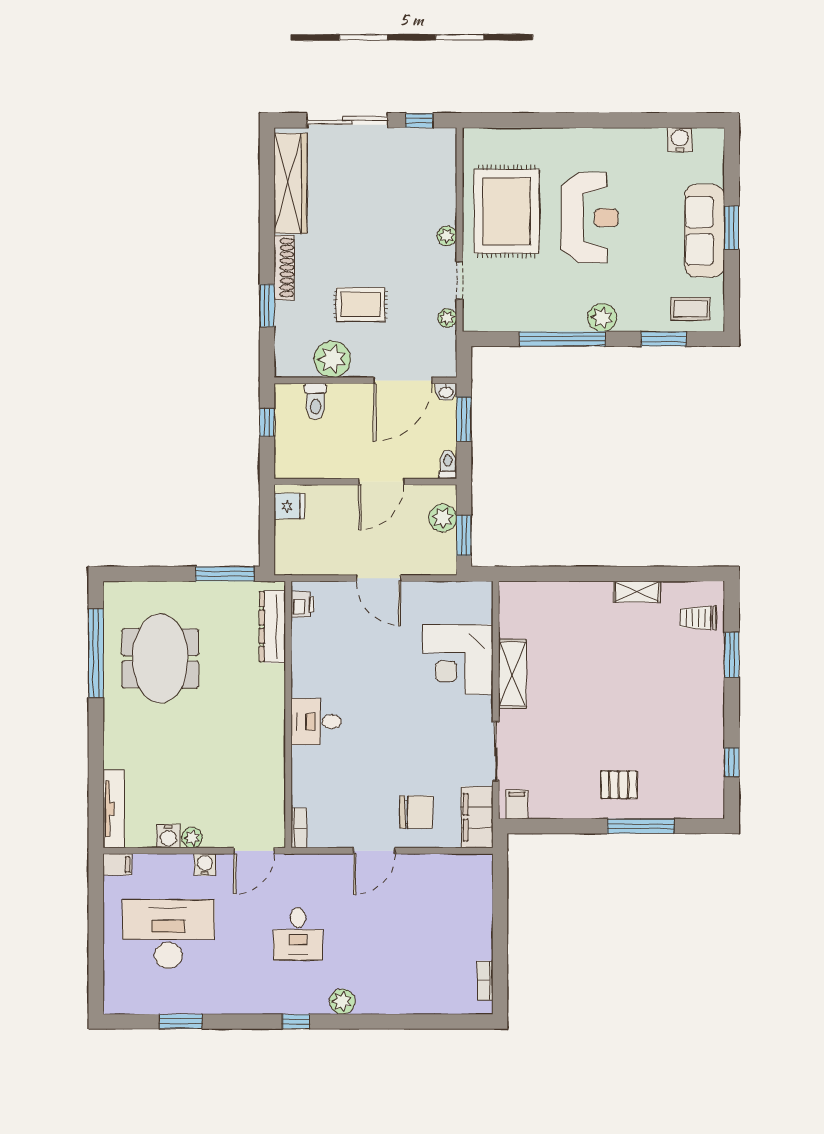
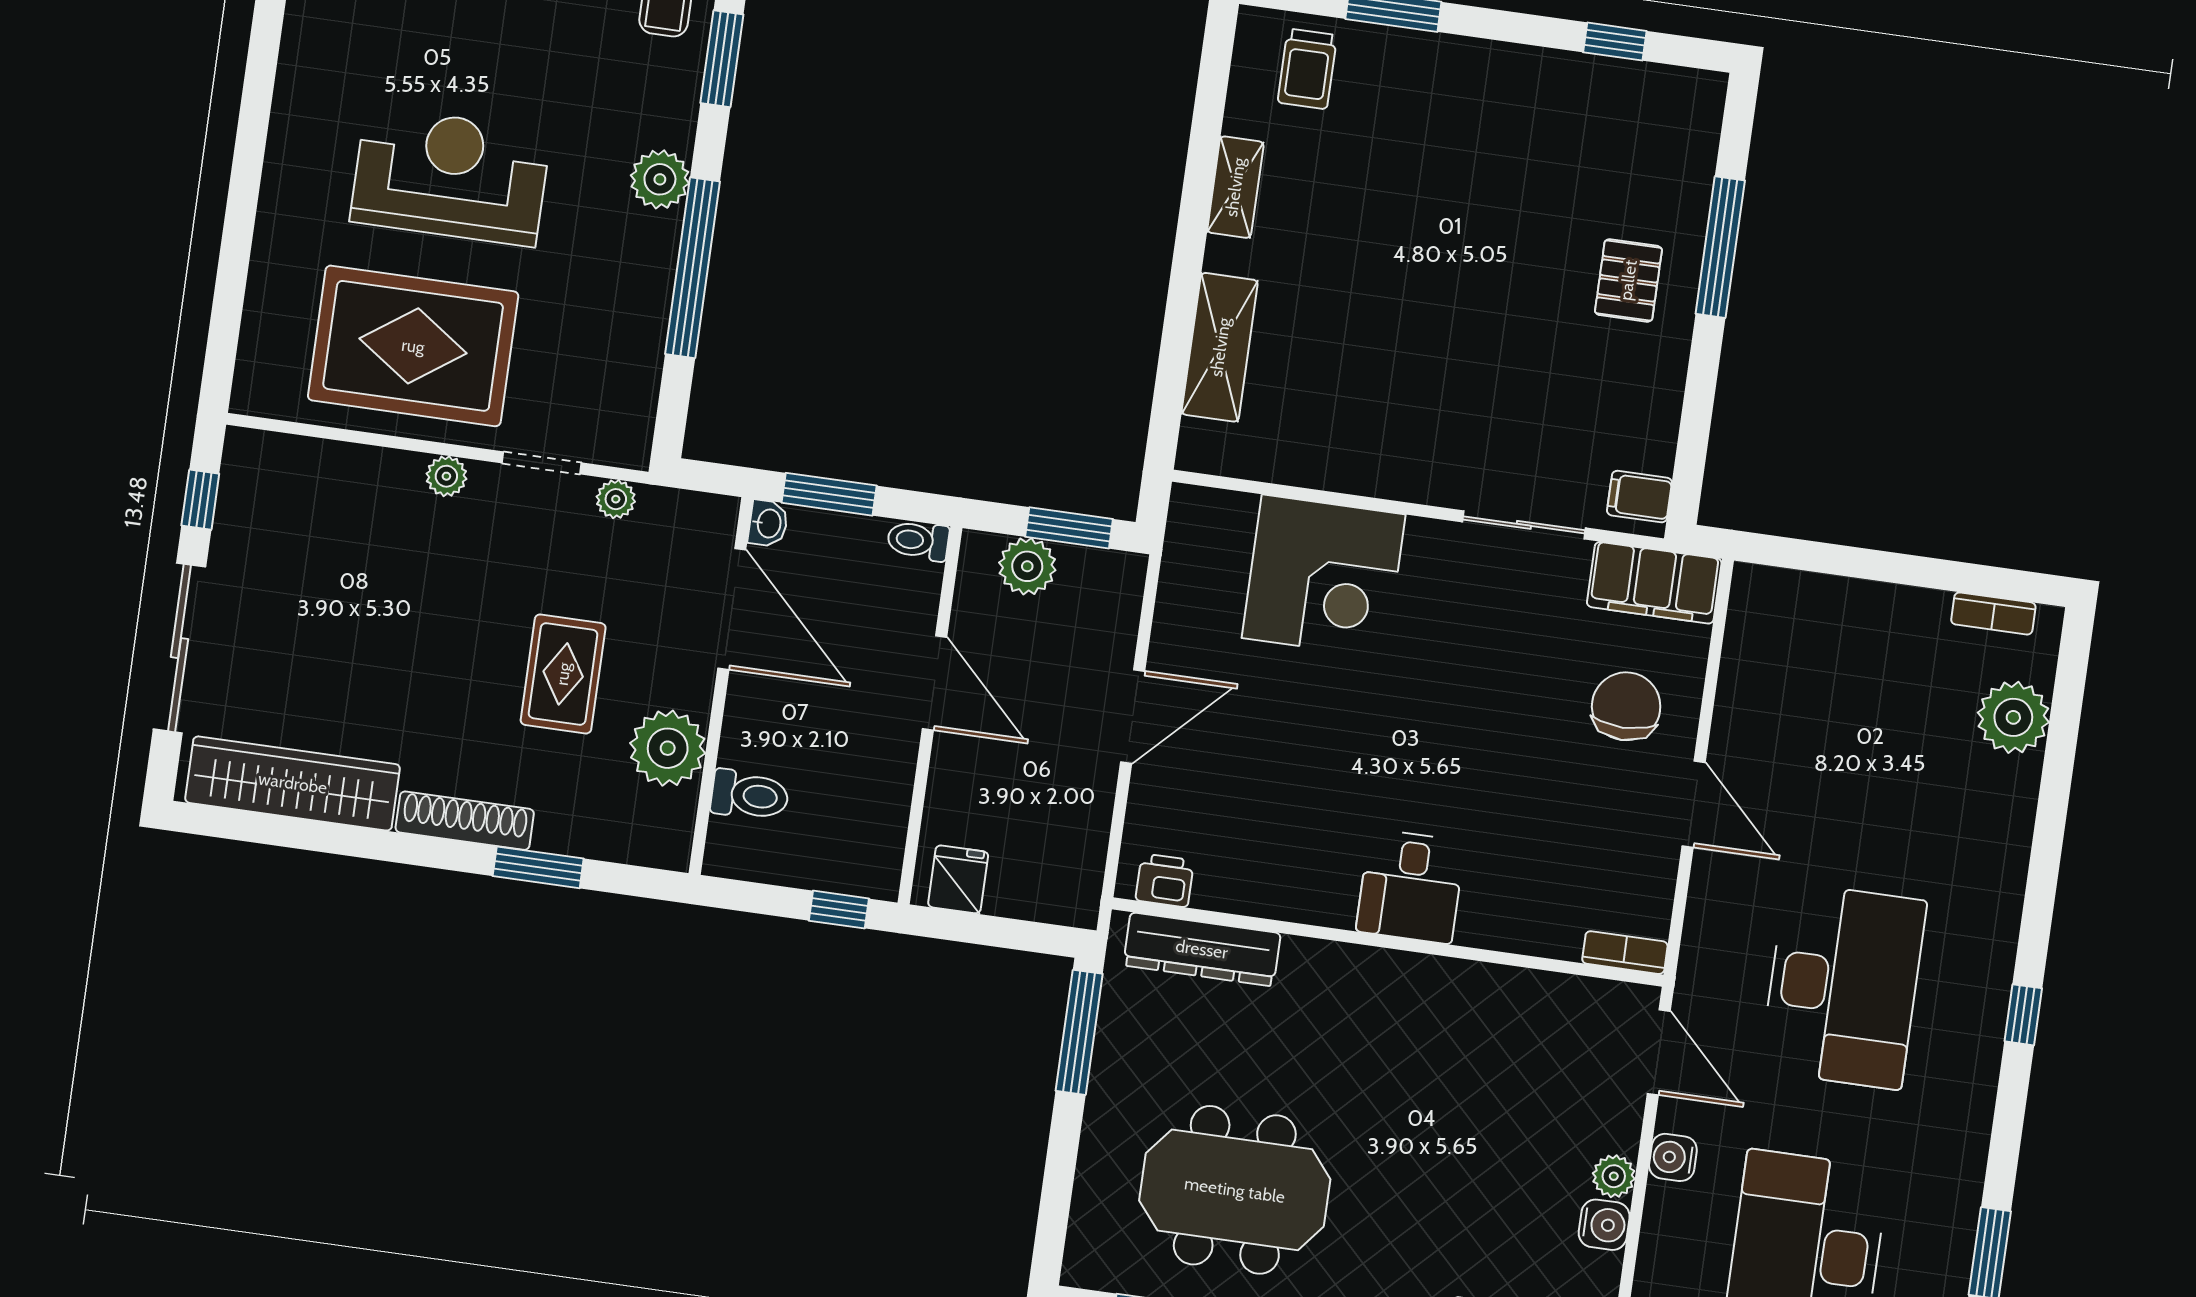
window: (267, 422) -> (839, 910), moved
shelving: (512, 674) -> (1220, 347), moved, turned 90
desk: (298, 934) -> (1843, 986), width x1.87, depth x1.30
plant: (342, 1002) -> (2013, 717), moved, width x1.36, depth x1.36

